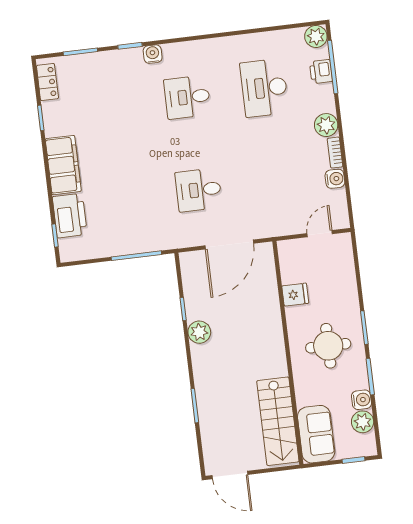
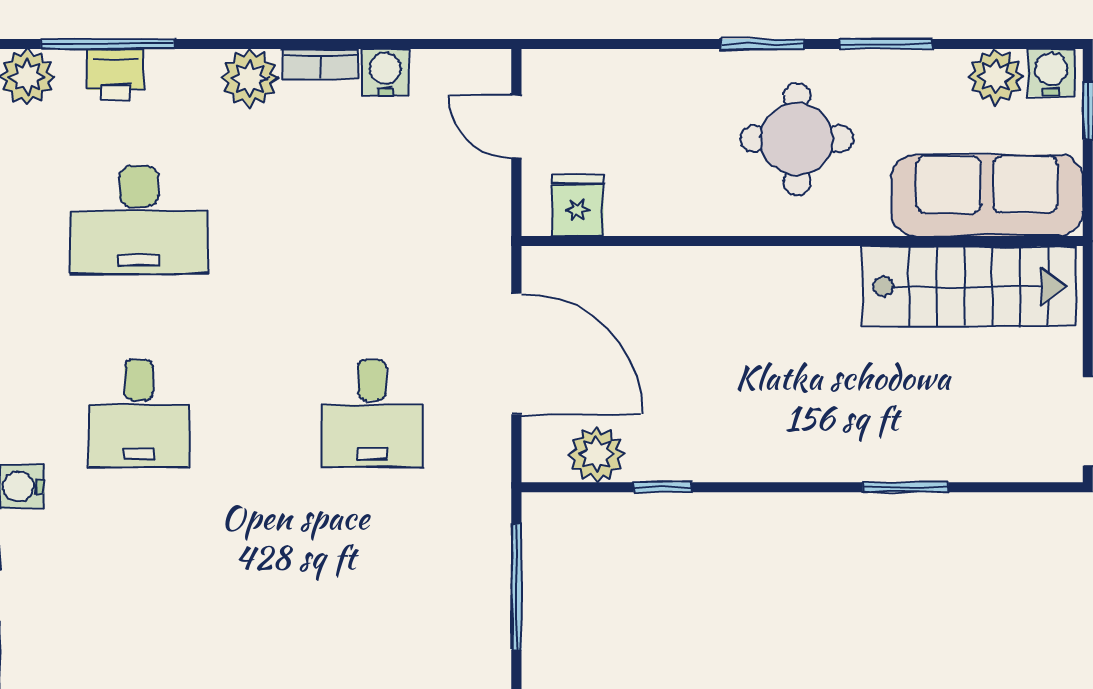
fridge: (295, 295) -> (578, 205), moved
plant: (199, 332) -> (597, 454), moved
water cooler: (361, 400) -> (1051, 73), moved
sofa: (316, 434) -> (987, 195), width x1.36

